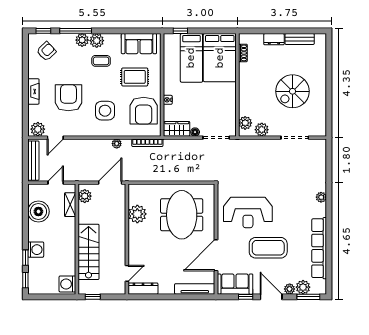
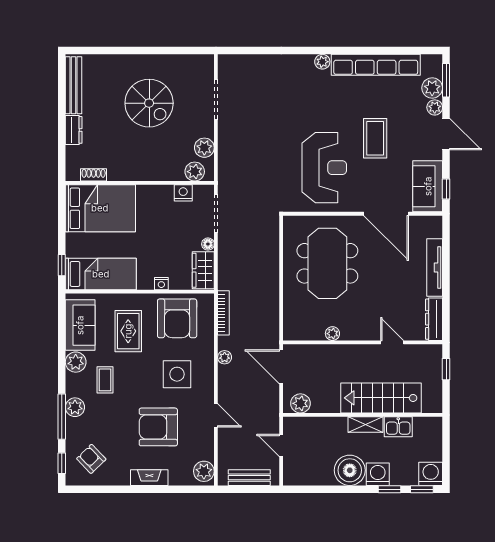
bench: (300, 39) -> (74, 85), width x1.36
plant: (97, 41) -> (76, 362), moved
bed: (191, 58) -> (101, 274), moved
armchair: (144, 111) -> (177, 318), turned 90
nightstand: (230, 115) -> (183, 193), added
door: (55, 138) -> (216, 415), moved
bench: (33, 161) -> (249, 478), width x0.73
plant: (321, 197) -> (322, 62), moved
shelving: (70, 205) -> (366, 425), moved
boiler: (38, 211) -> (350, 470), moved
plant: (137, 214) -> (332, 334), width x0.53, depth x0.53
meeting table: (182, 215) -> (327, 263), turned 90
coffee table: (268, 248) -> (375, 138), width x0.73, depth x0.76
kitchen sink: (69, 264) -> (398, 427), added
door: (127, 273) -> (392, 342), moved
washing machine: (67, 284) -> (431, 474), moved, turned 180
tv unit: (195, 289) -> (435, 267), moved
window: (93, 297) -> (446, 369), moved
window: (246, 297) -> (446, 189), moved
door: (271, 297) -> (446, 134), swing flipped

